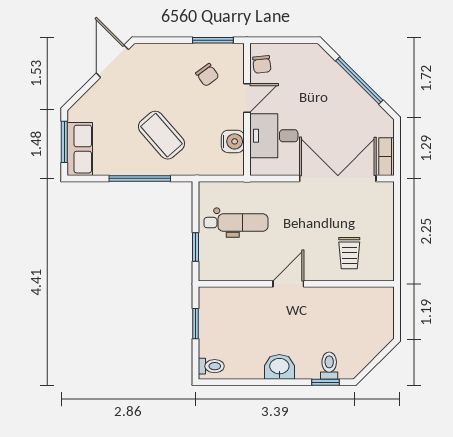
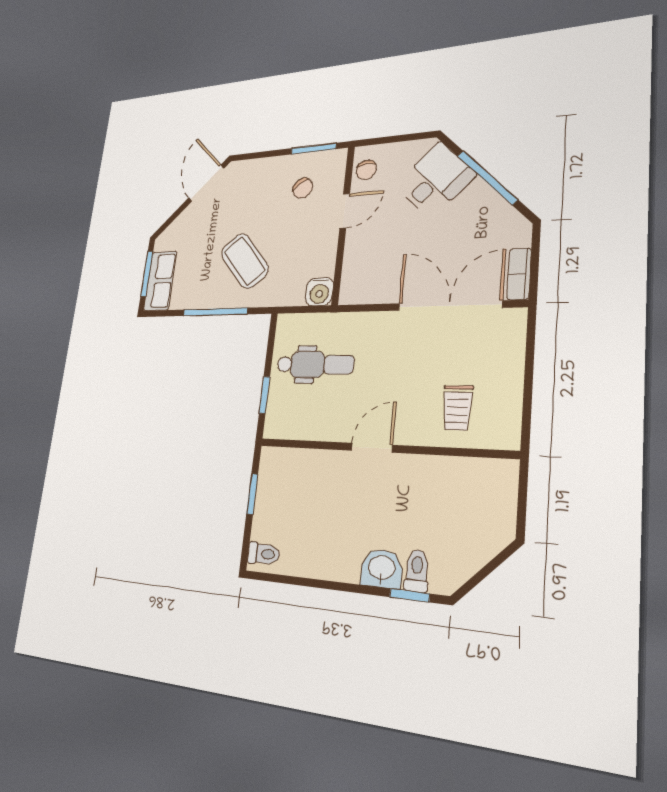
desk: (274, 136) -> (435, 180), moved, turned 135
water cooler: (233, 141) -> (319, 292), moved, turned 90
washbasin: (279, 367) -> (382, 568), moved

